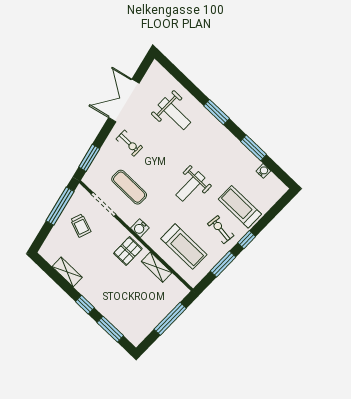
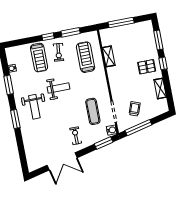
weight bench: (174, 114) -> (34, 107), moved, turned 180
water cooler: (140, 228) -> (112, 130), moved
pallet: (128, 251) -> (147, 67), moved

